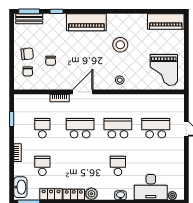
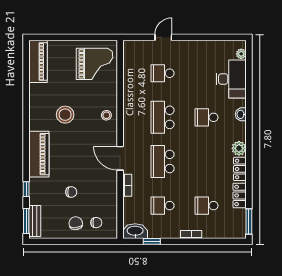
chair: (51, 61) -> (71, 192), moved
school desk: (156, 128) -> (163, 73), width x0.54
washbasin: (20, 187) -> (135, 231), moved

